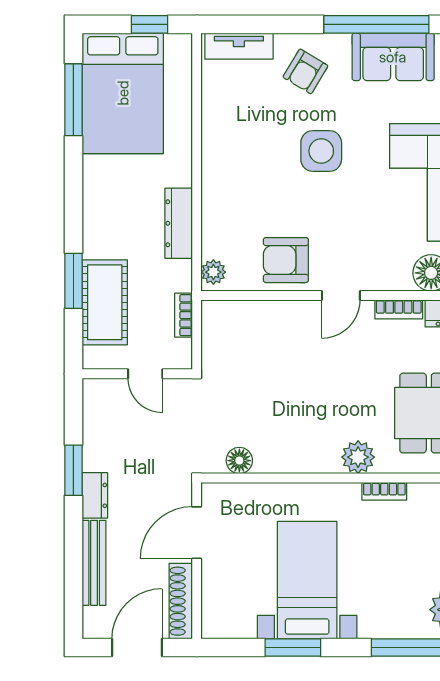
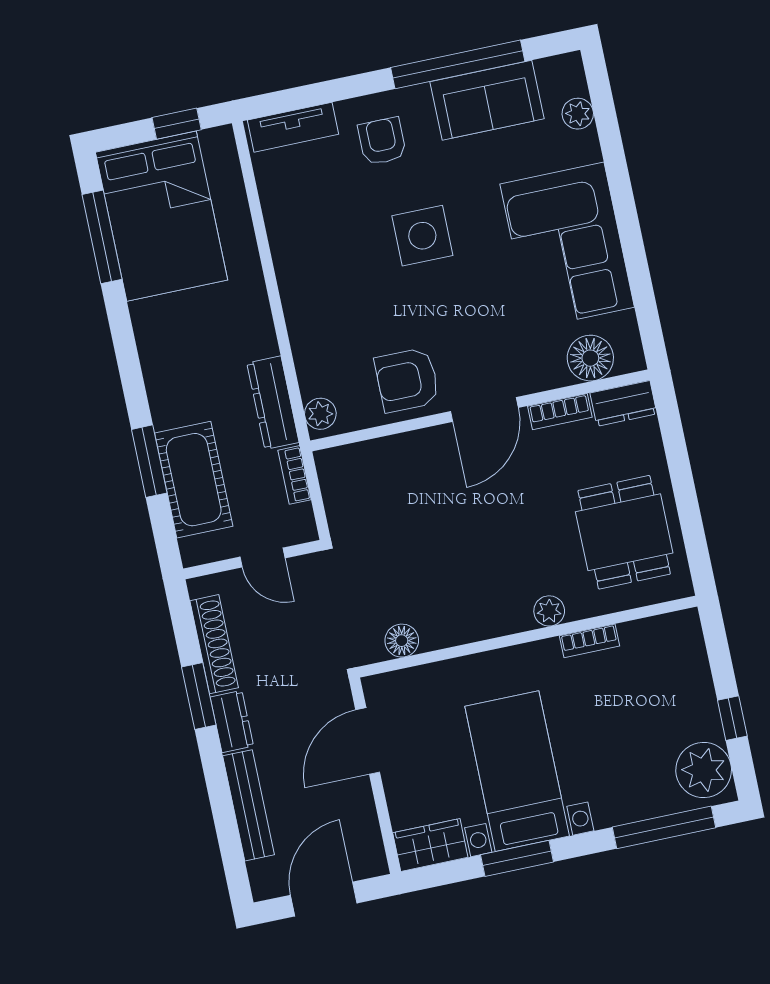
armchair: (305, 71) -> (382, 141), turned 149
dresser: (179, 223) -> (273, 403), moved
door: (341, 295) -> (484, 409), width x1.37
plant: (358, 457) -> (549, 611), width x0.73, depth x0.73
shoe rack: (181, 601) -> (214, 644), moved, turned 180
wardrobe: (228, 623) -> (430, 845), added

